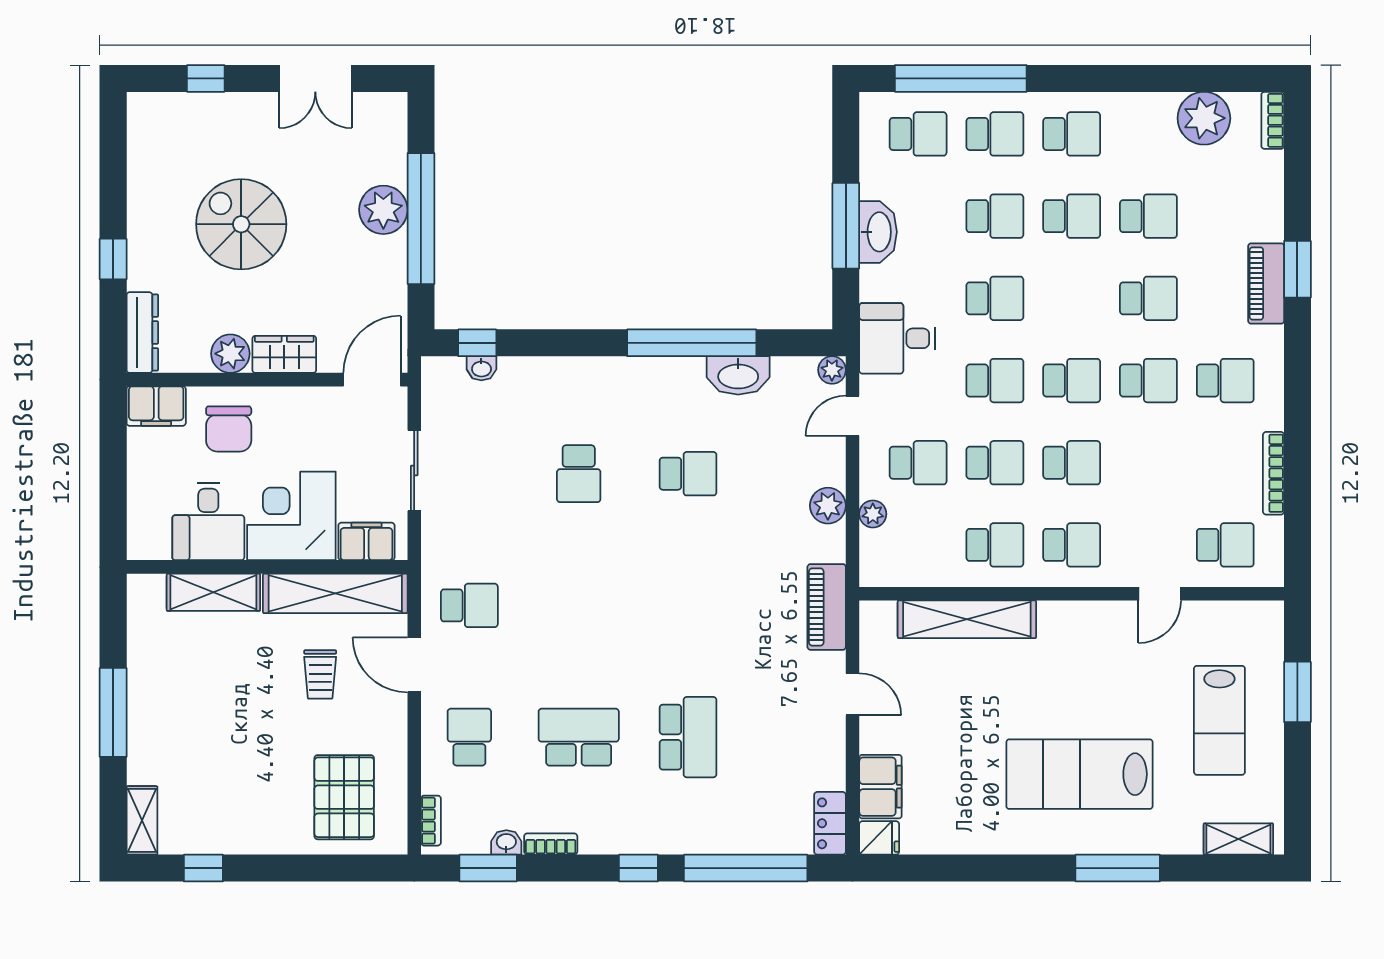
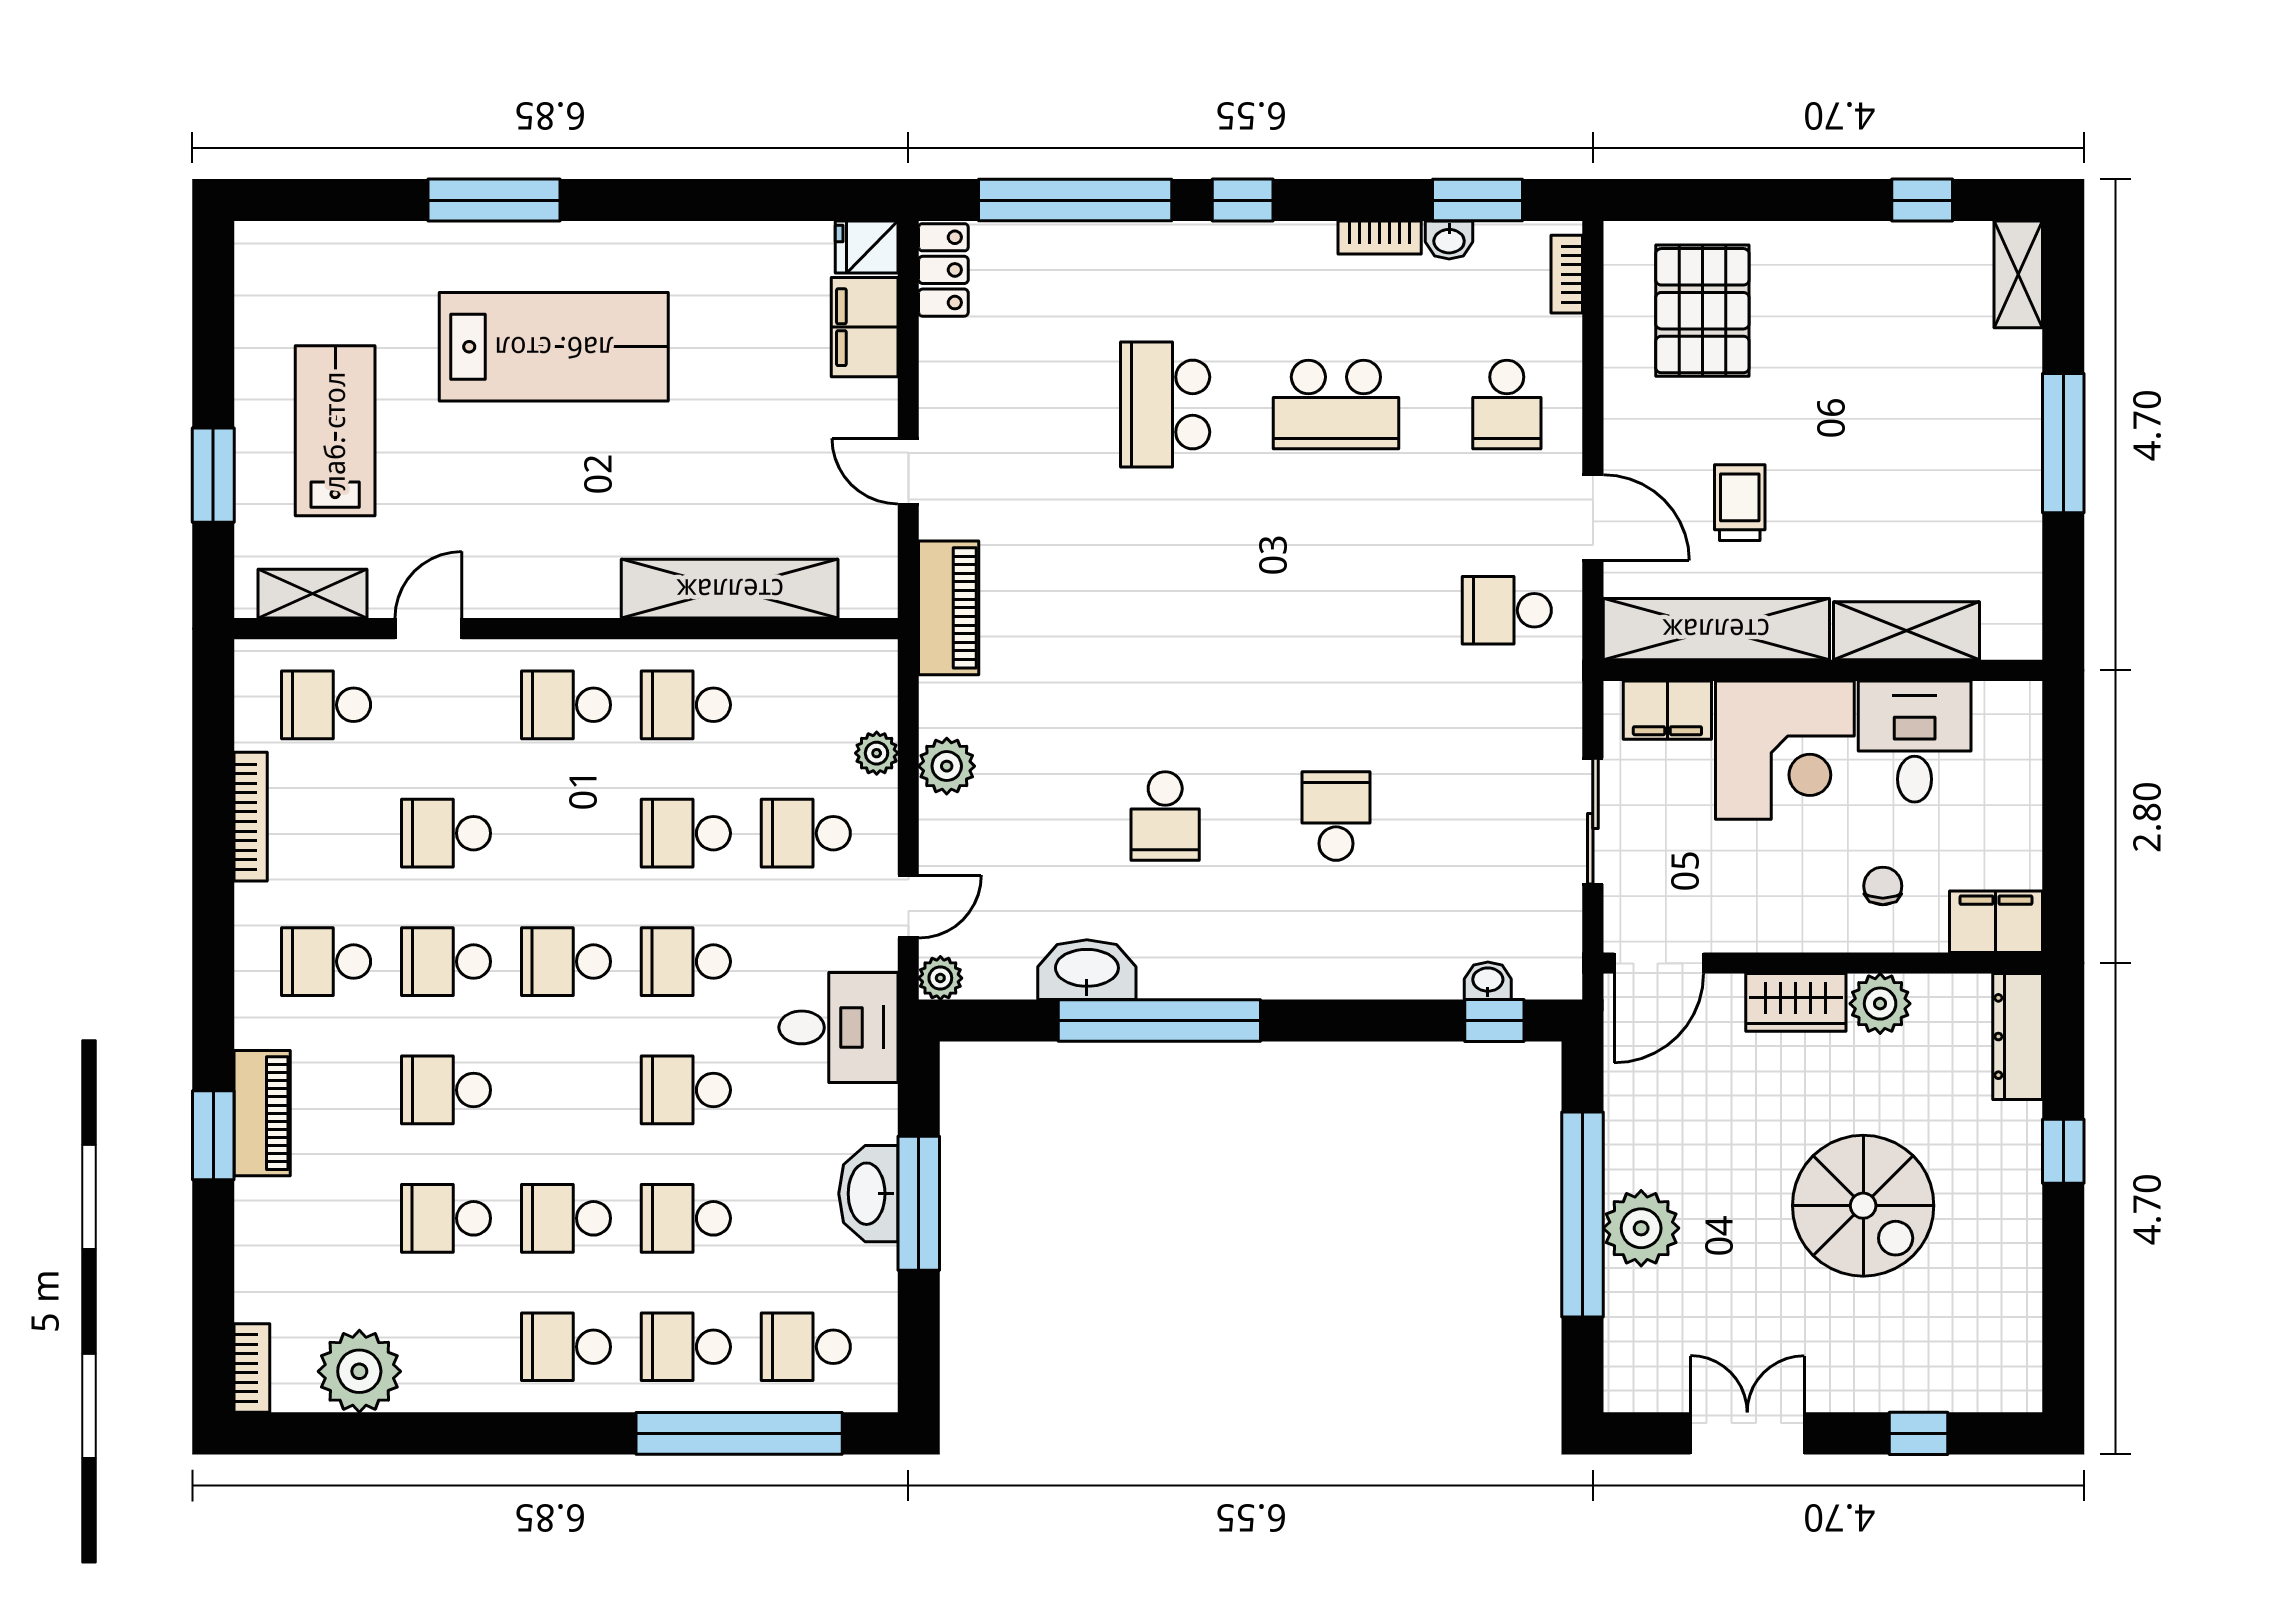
chair: (229, 429) -> (1883, 886), width x0.54, depth x0.54
school desk: (1072, 463) -> (446, 833), moved
school desk: (688, 474) -> (1165, 816), turned -90
shelving: (1238, 839) -> (313, 594), moved

